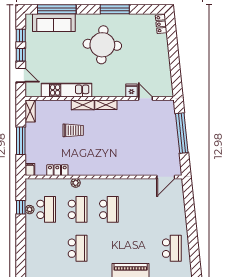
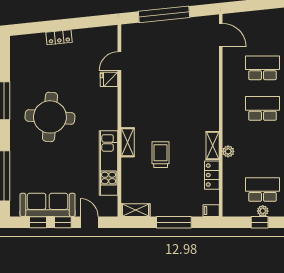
sofa: (54, 23) -> (48, 205), moved, turned -90
locker: (161, 24) -> (59, 37), moved
door: (21, 75) -> (89, 222), hinge flipped
shelving: (106, 105) -> (213, 146), moved
school desk: (78, 209) -> (263, 68), moved

